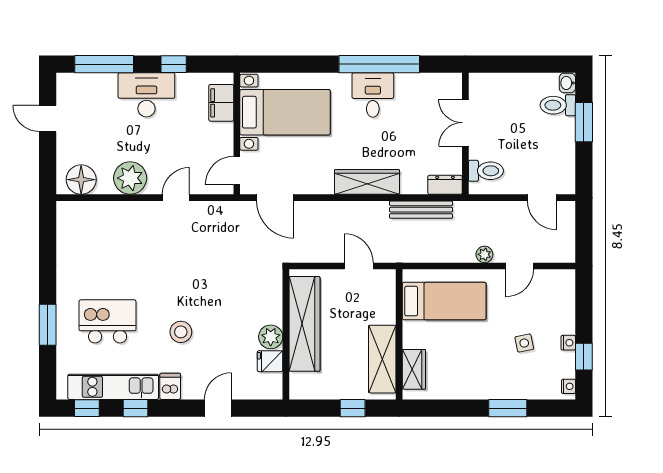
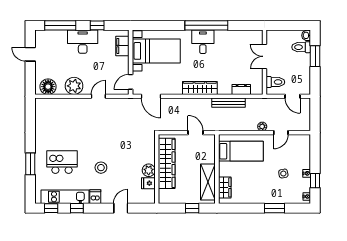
double door: (465, 123) -> (265, 56), moved
wall: (465, 134) -> (265, 62), moved
toilet: (486, 171) -> (275, 82), moved

